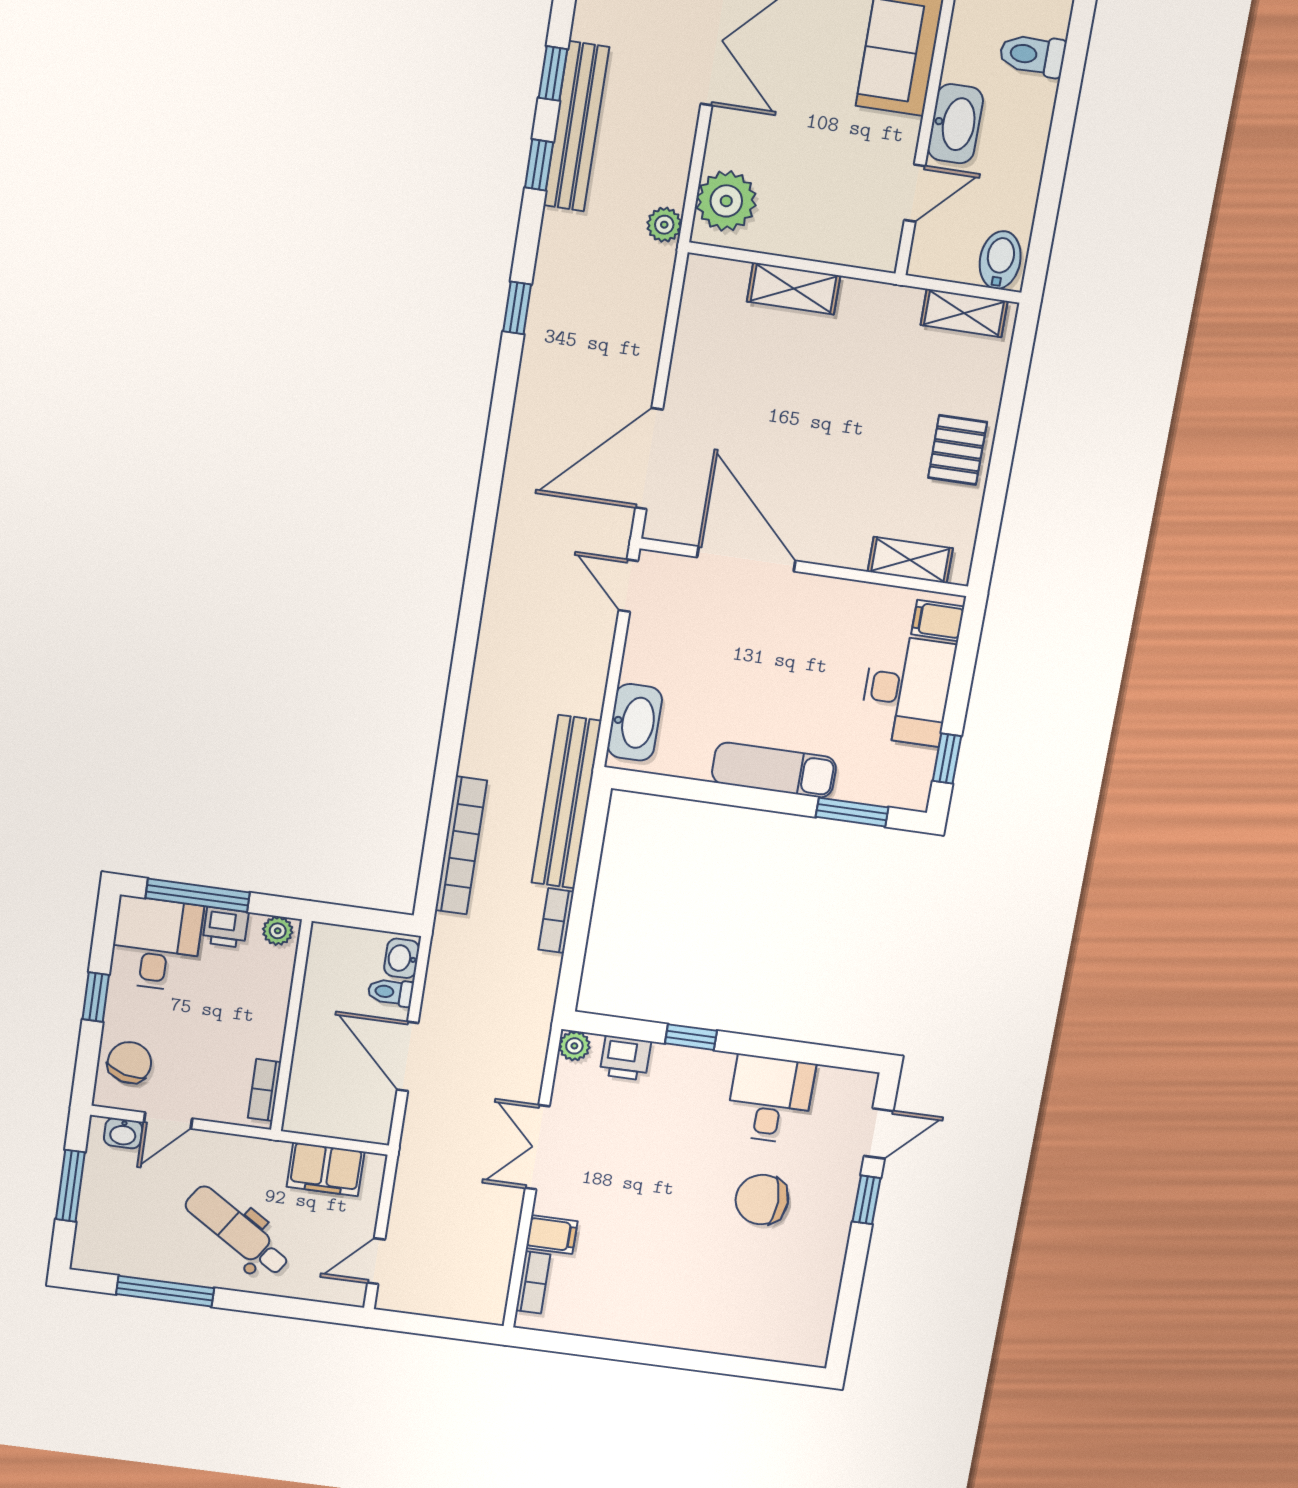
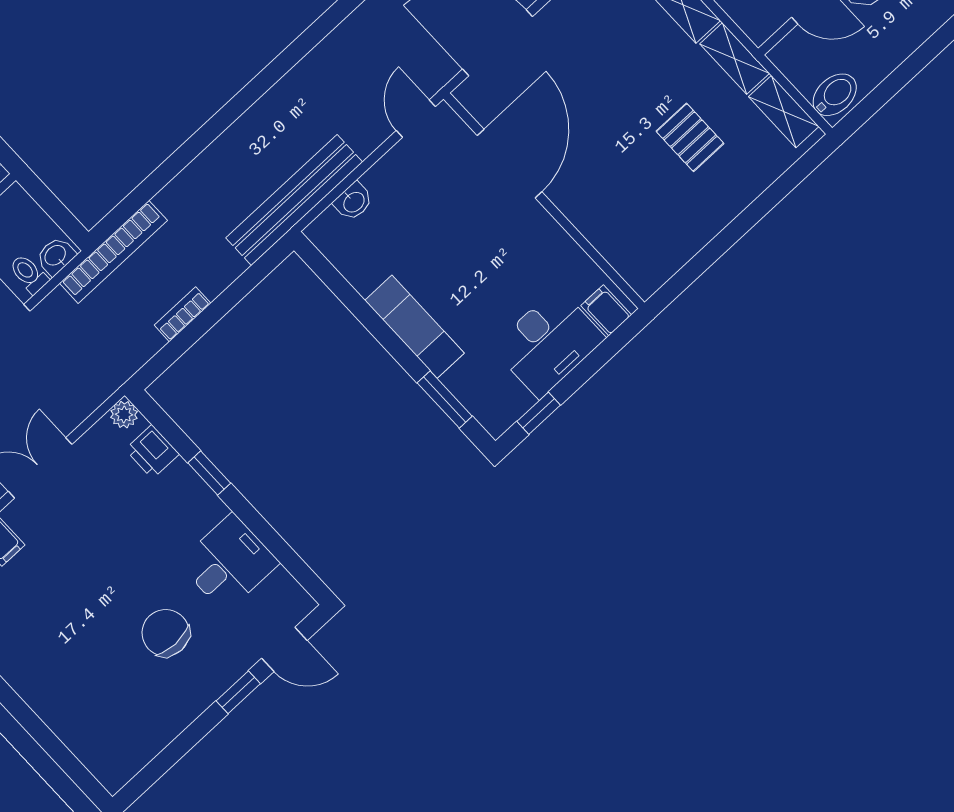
pallet: (958, 450) -> (690, 137), moved, turned 90
shelving: (910, 560) -> (735, 59), moved
washbasin: (635, 722) -> (353, 202), width x0.52, depth x0.69
bench: (567, 802) -> (294, 200), moved
bookcase: (461, 845) -> (113, 252), moved

